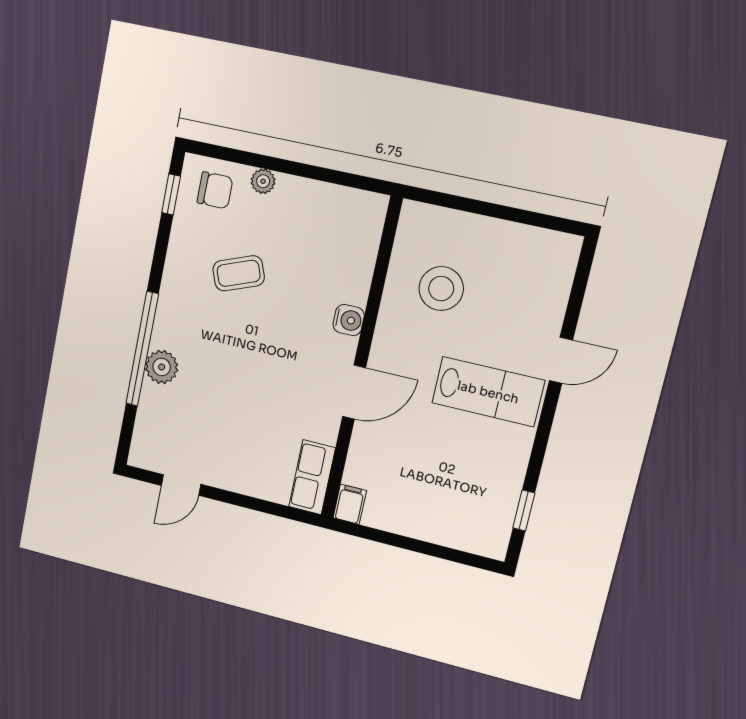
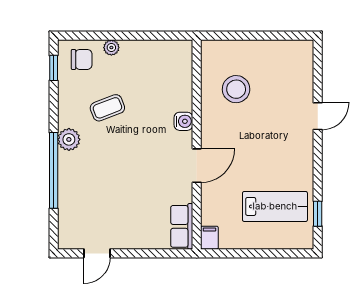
plant: (162, 367) -> (69, 139), moved
lab bench: (488, 392) -> (275, 206), moved

